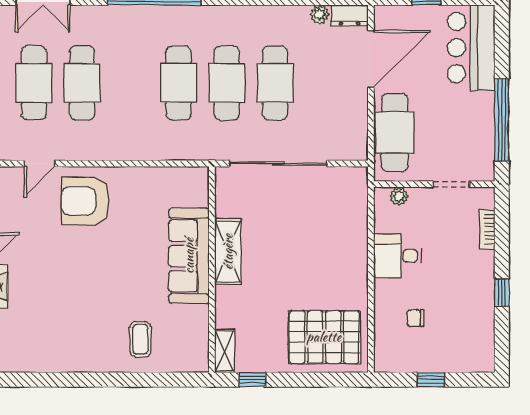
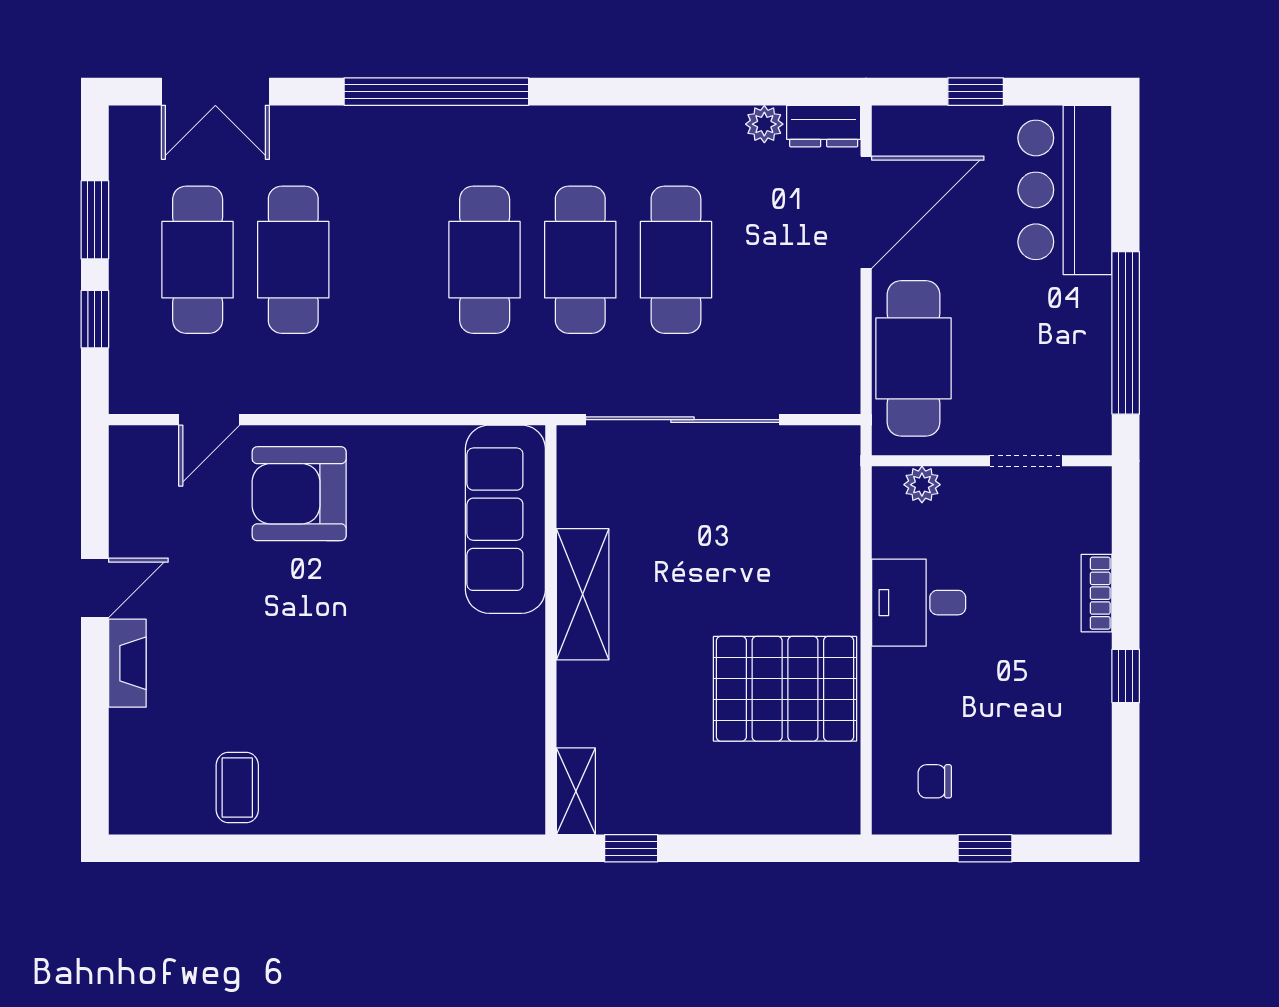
bookcase: (487, 229) -> (1097, 593), moved
sofa: (189, 256) -> (505, 519), moved
chair: (415, 318) -> (935, 781), moved
pallet: (324, 337) -> (785, 689), moved
coffee table: (140, 339) -> (237, 787), moved

